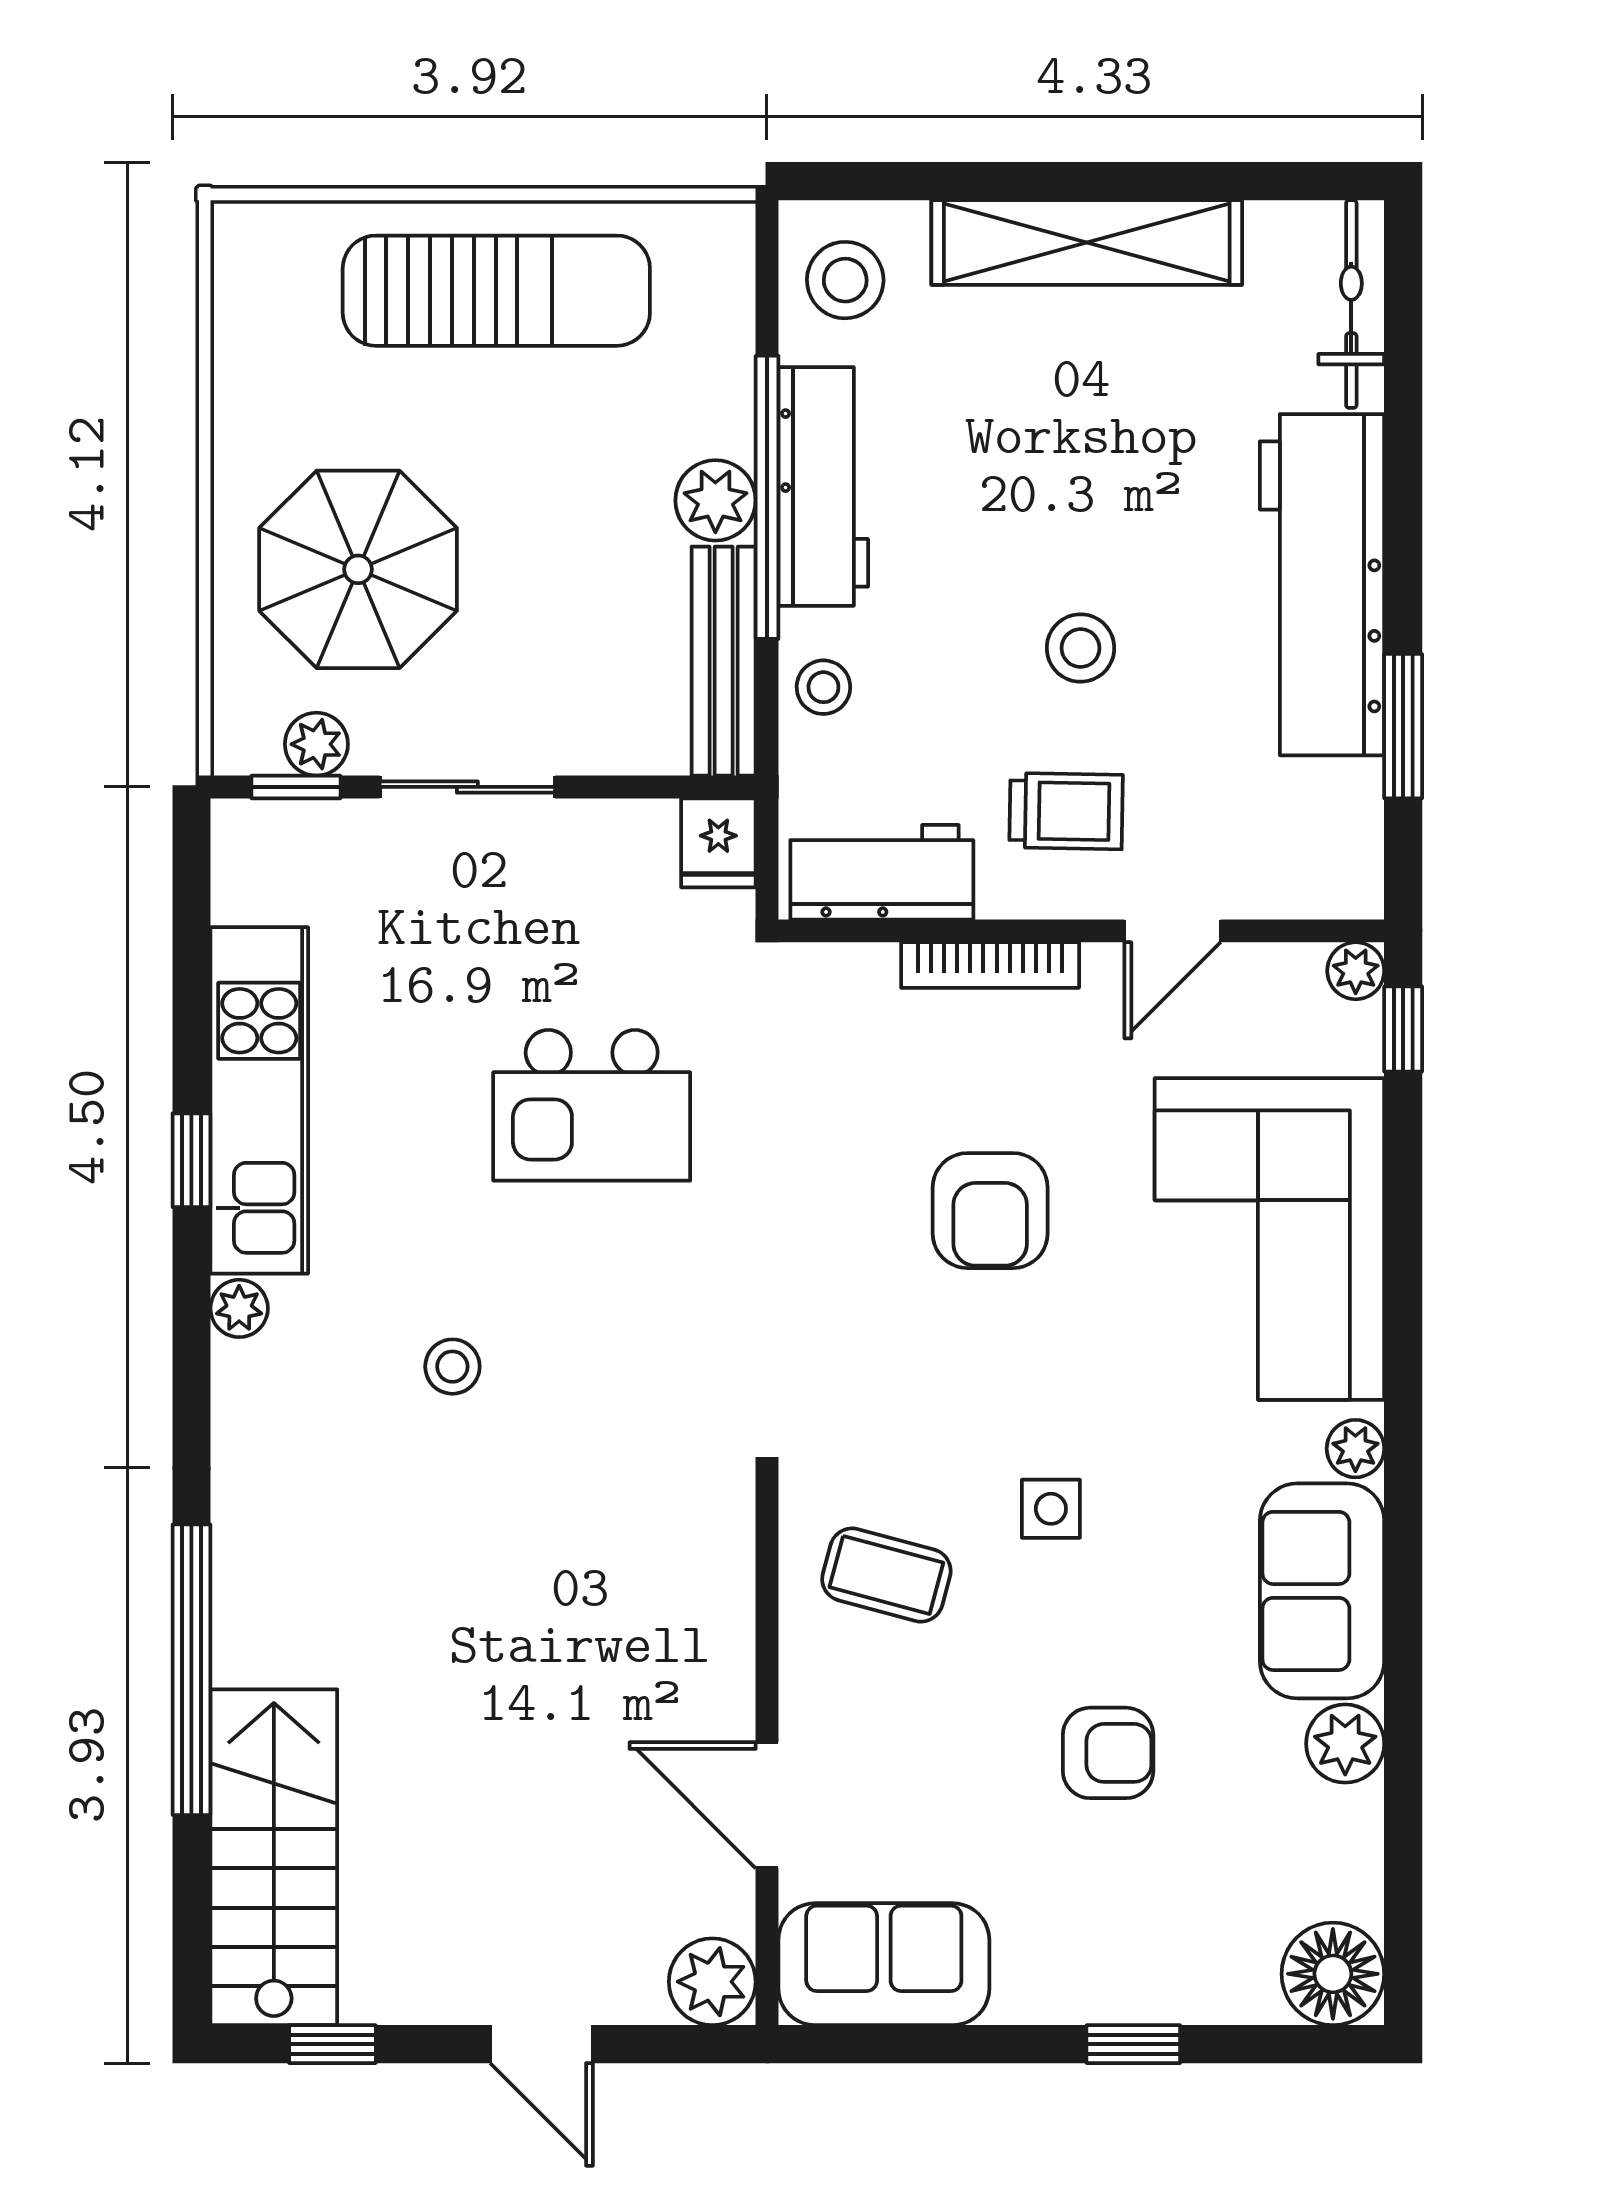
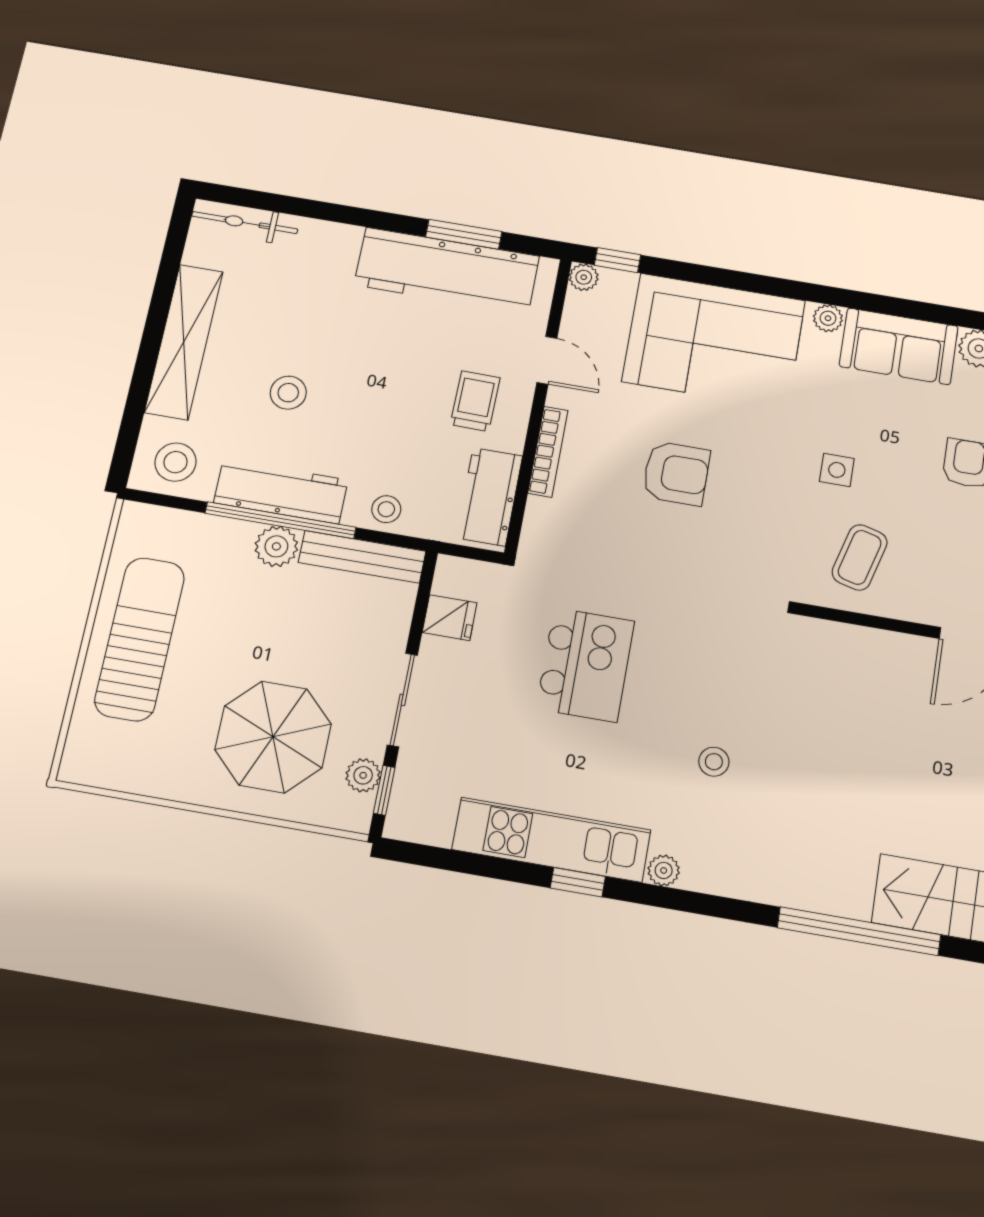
workbench: (1322, 585) -> (447, 271), moved
stool: (1081, 648) -> (288, 393), moved
fridge: (718, 843) -> (450, 618), moved

